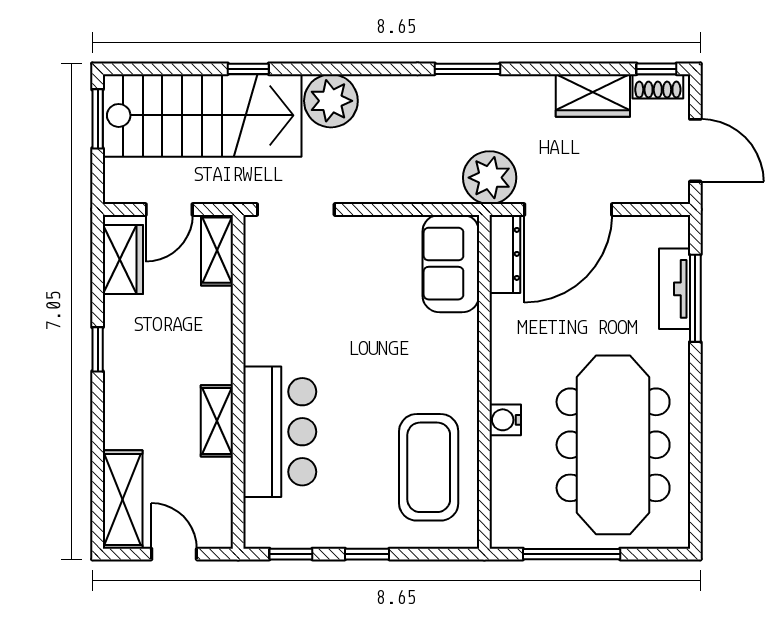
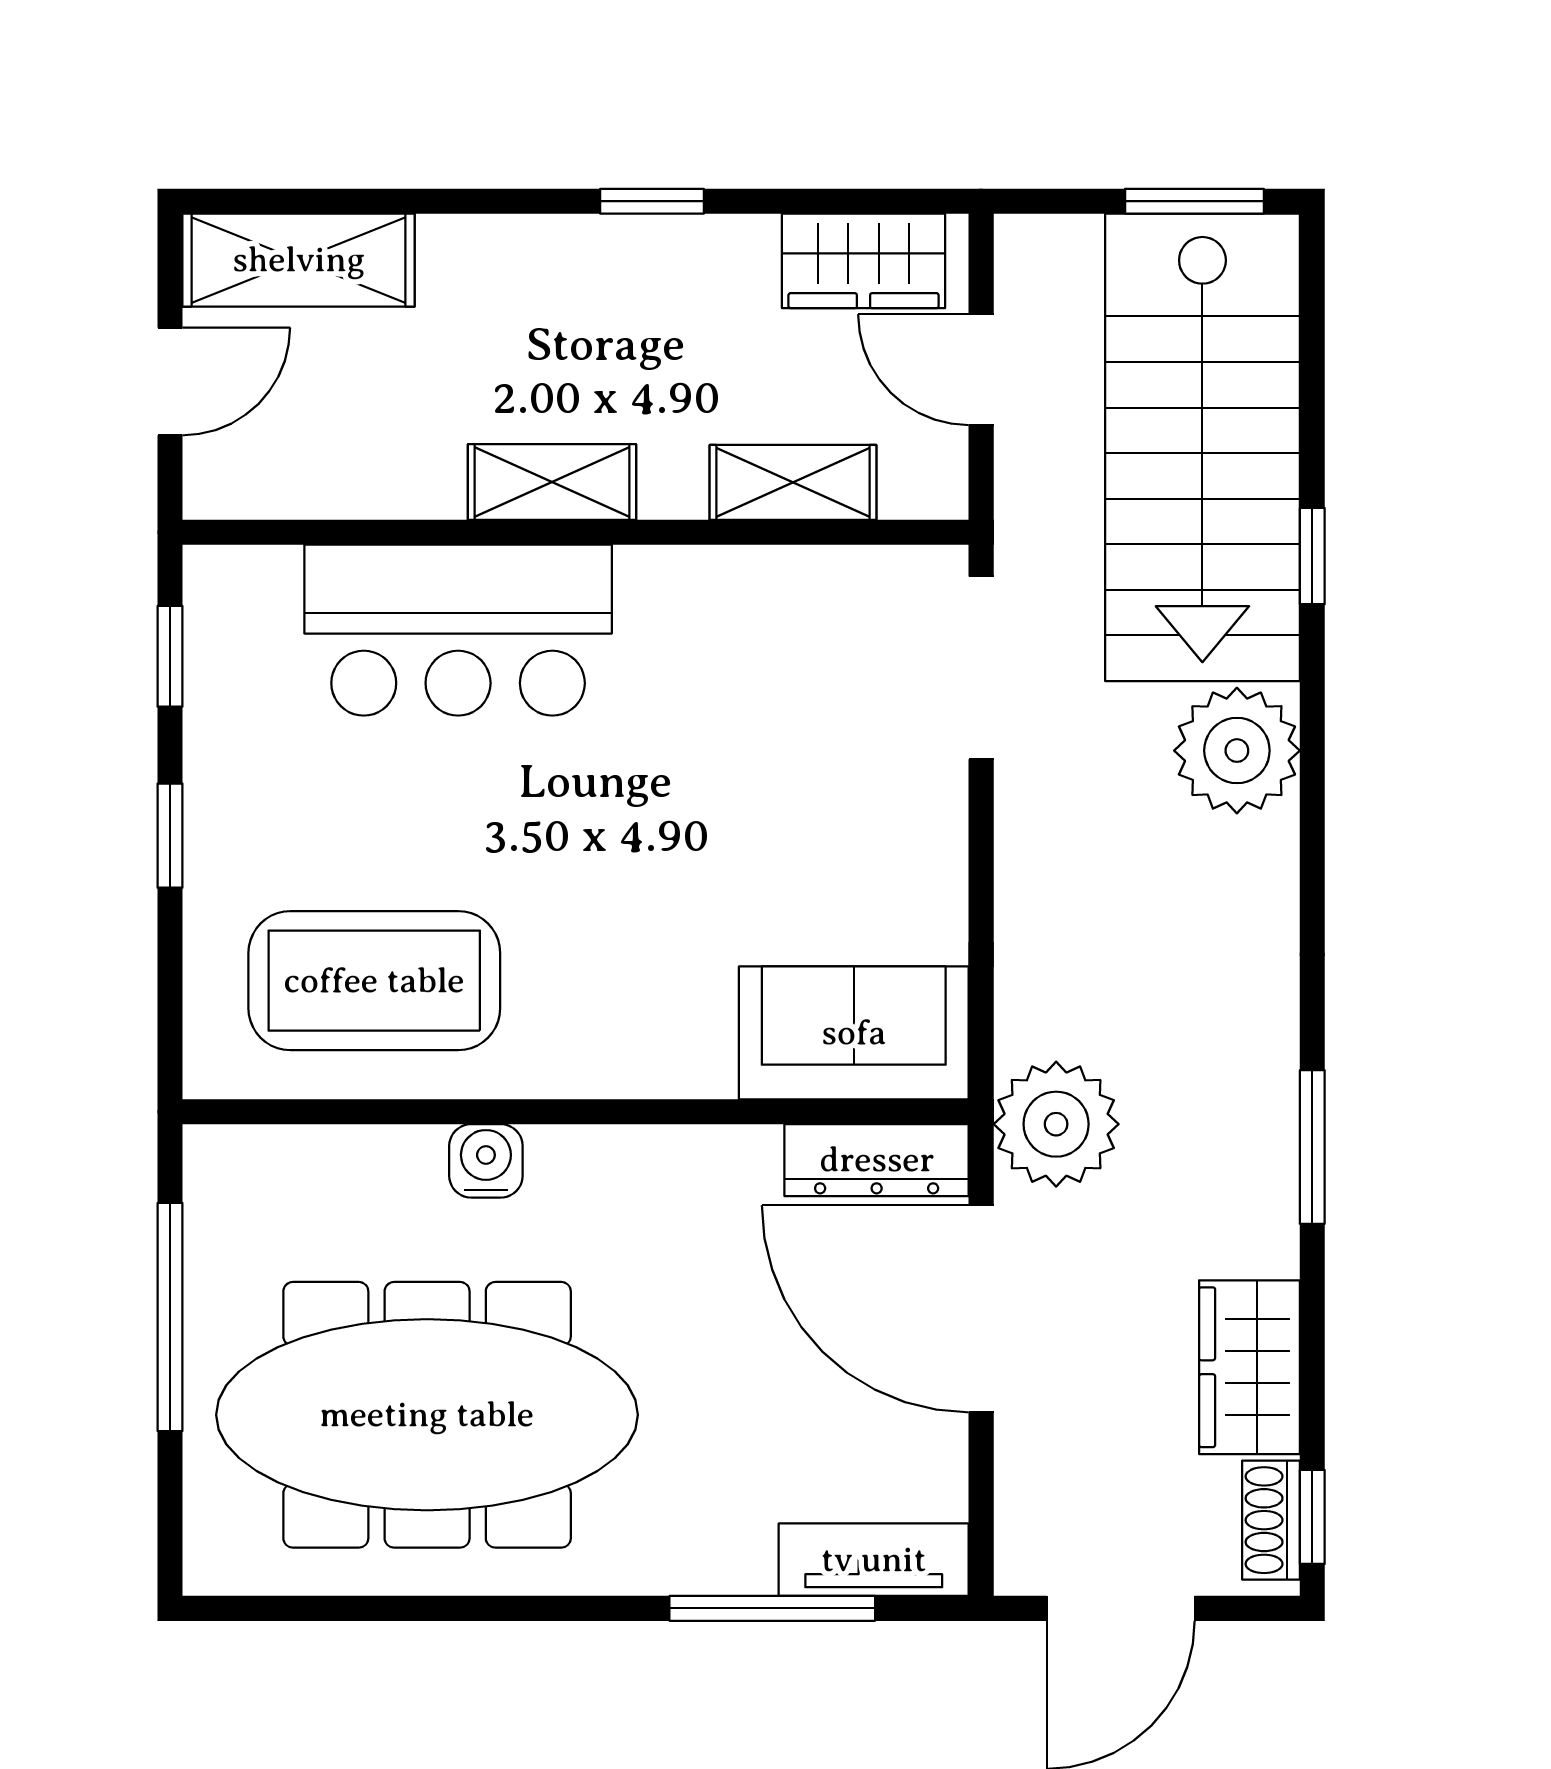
window: (467, 69) -> (1312, 1147), moved
shelving: (217, 250) -> (793, 482), moved
tv unit: (675, 289) -> (874, 1560), moved
shelving: (217, 421) -> (552, 482), moved

